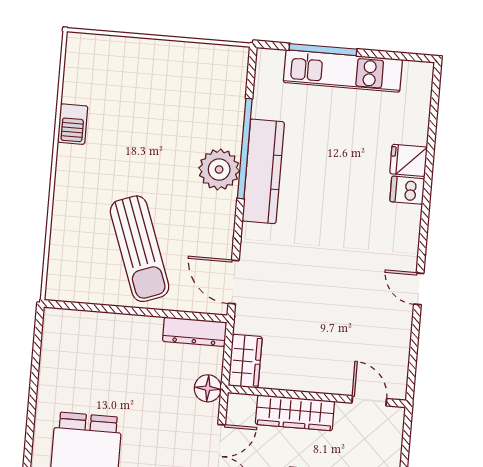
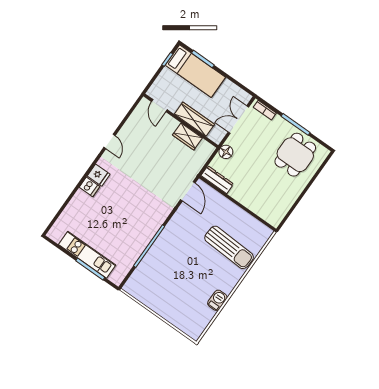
fridge: (409, 160) -> (99, 175), moved
plant: (219, 169) -> (166, 244), removed
kitchen counter: (263, 171) -> (147, 232), removed
sun lounger: (140, 249) -> (229, 247), moved, turned 113
wardrobe: (245, 361) -> (187, 137), moved, turned -90

